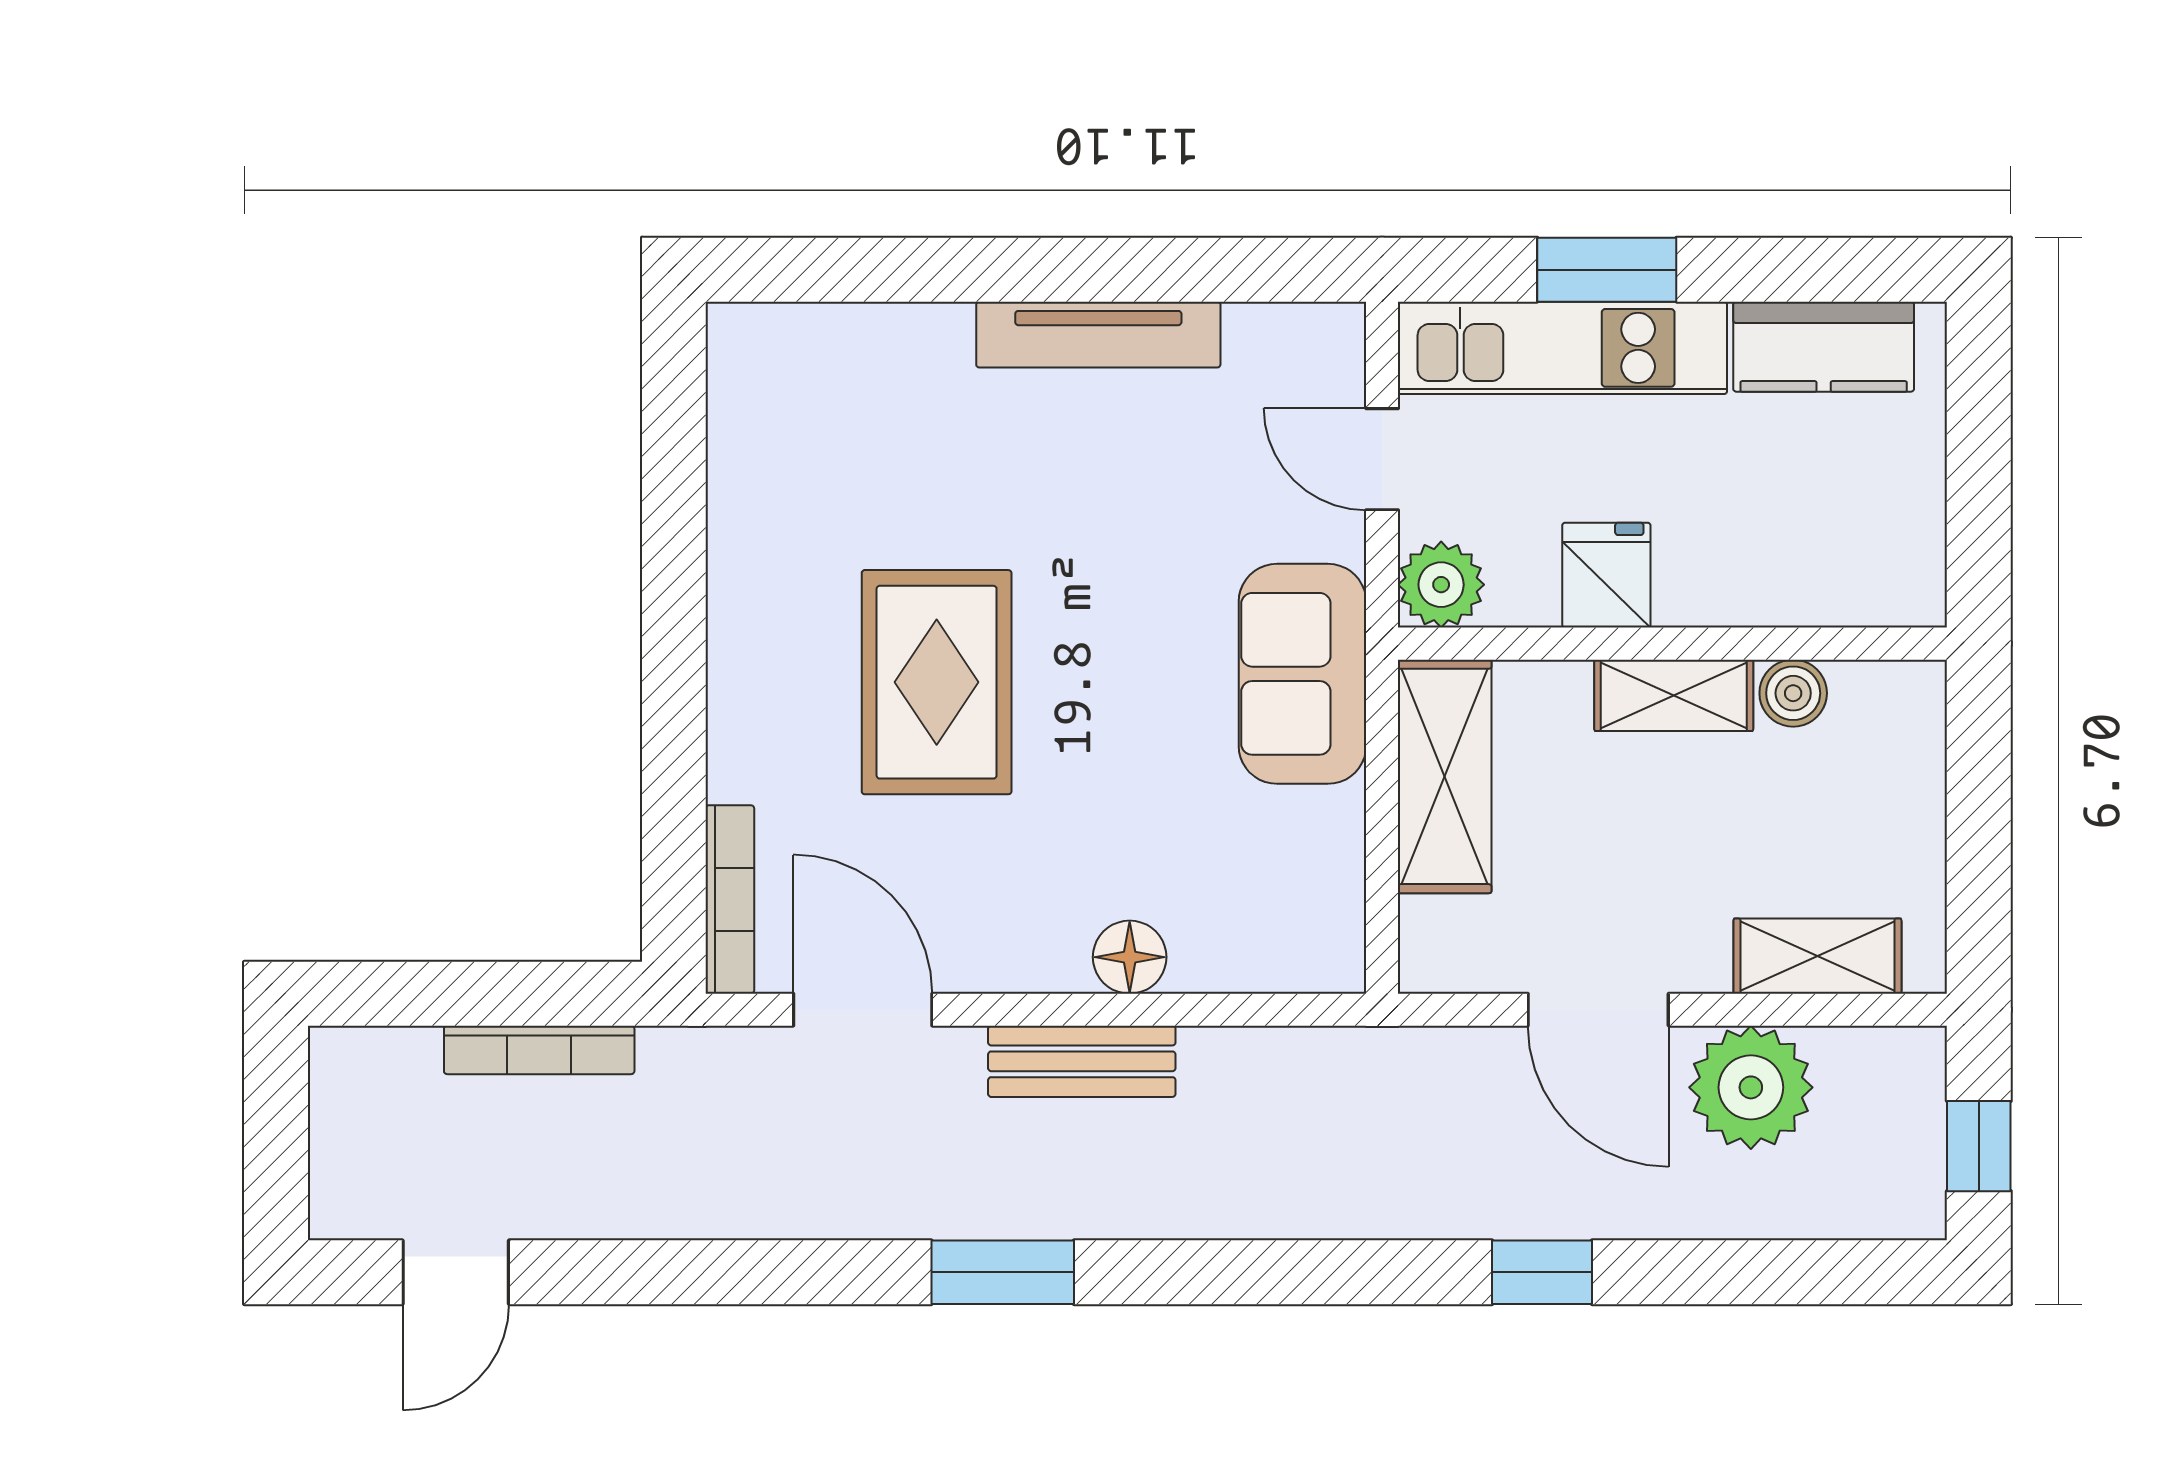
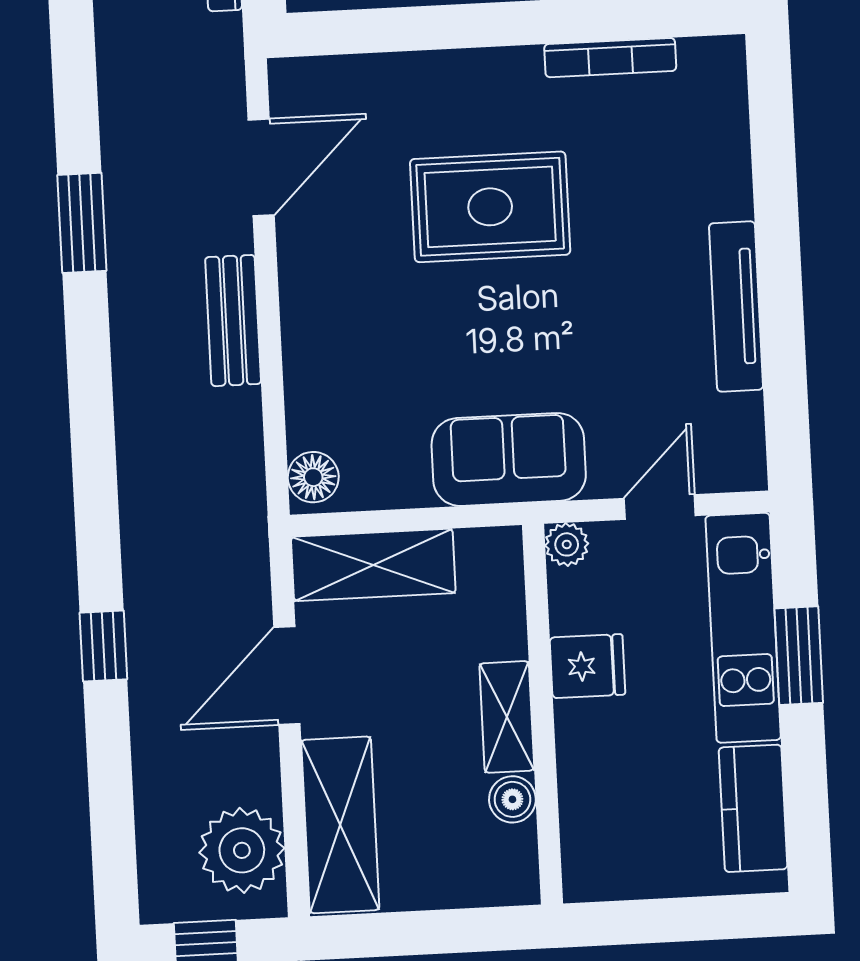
plant: (1441, 585) -> (567, 544), width x0.73, depth x0.73
shelving: (1445, 776) -> (373, 565), moved
bookcase: (730, 899) -> (610, 58), moved
shelving: (1817, 956) -> (340, 825), width x1.50, depth x1.33
floor lamp: (1130, 957) -> (313, 477), moved
plant: (1751, 1087) -> (242, 850), moved
window: (1003, 1272) -> (82, 223), moved

